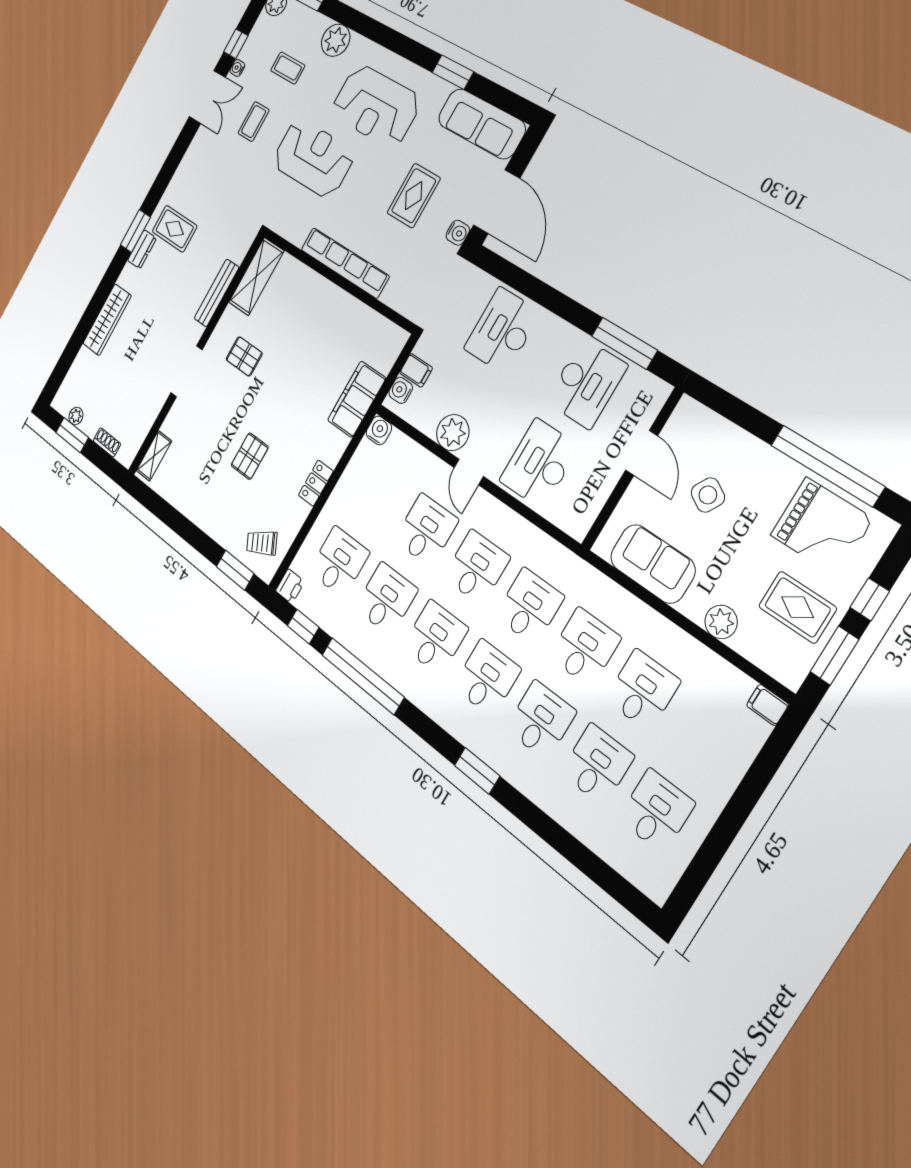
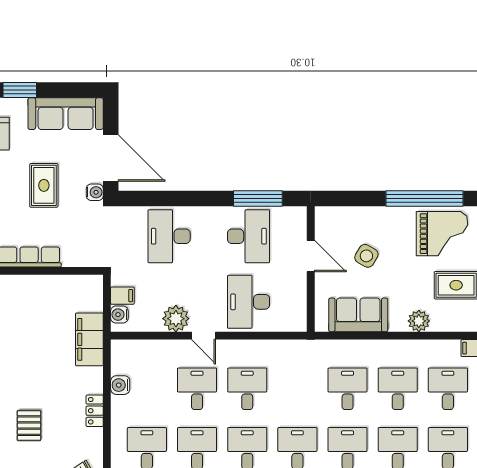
water cooler: (379, 430) -> (120, 385), moved, turned -90
desk: (529, 606) -> (448, 389), moved

